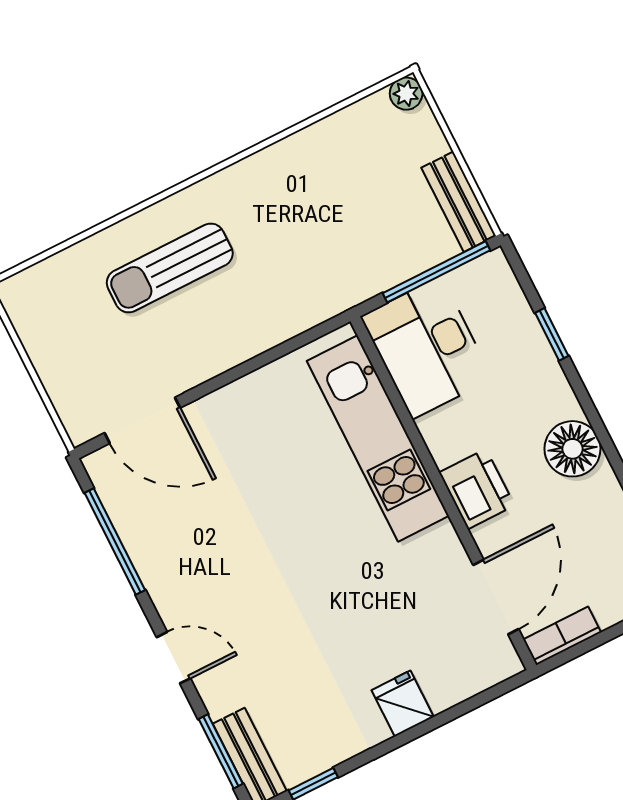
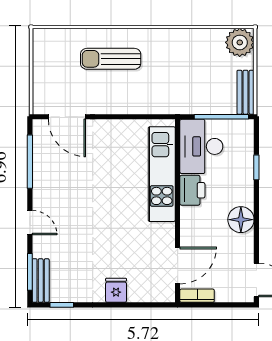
plant: (406, 94) -> (240, 42), width x1.88, depth x1.88
printer: (477, 489) -> (192, 190), moved

